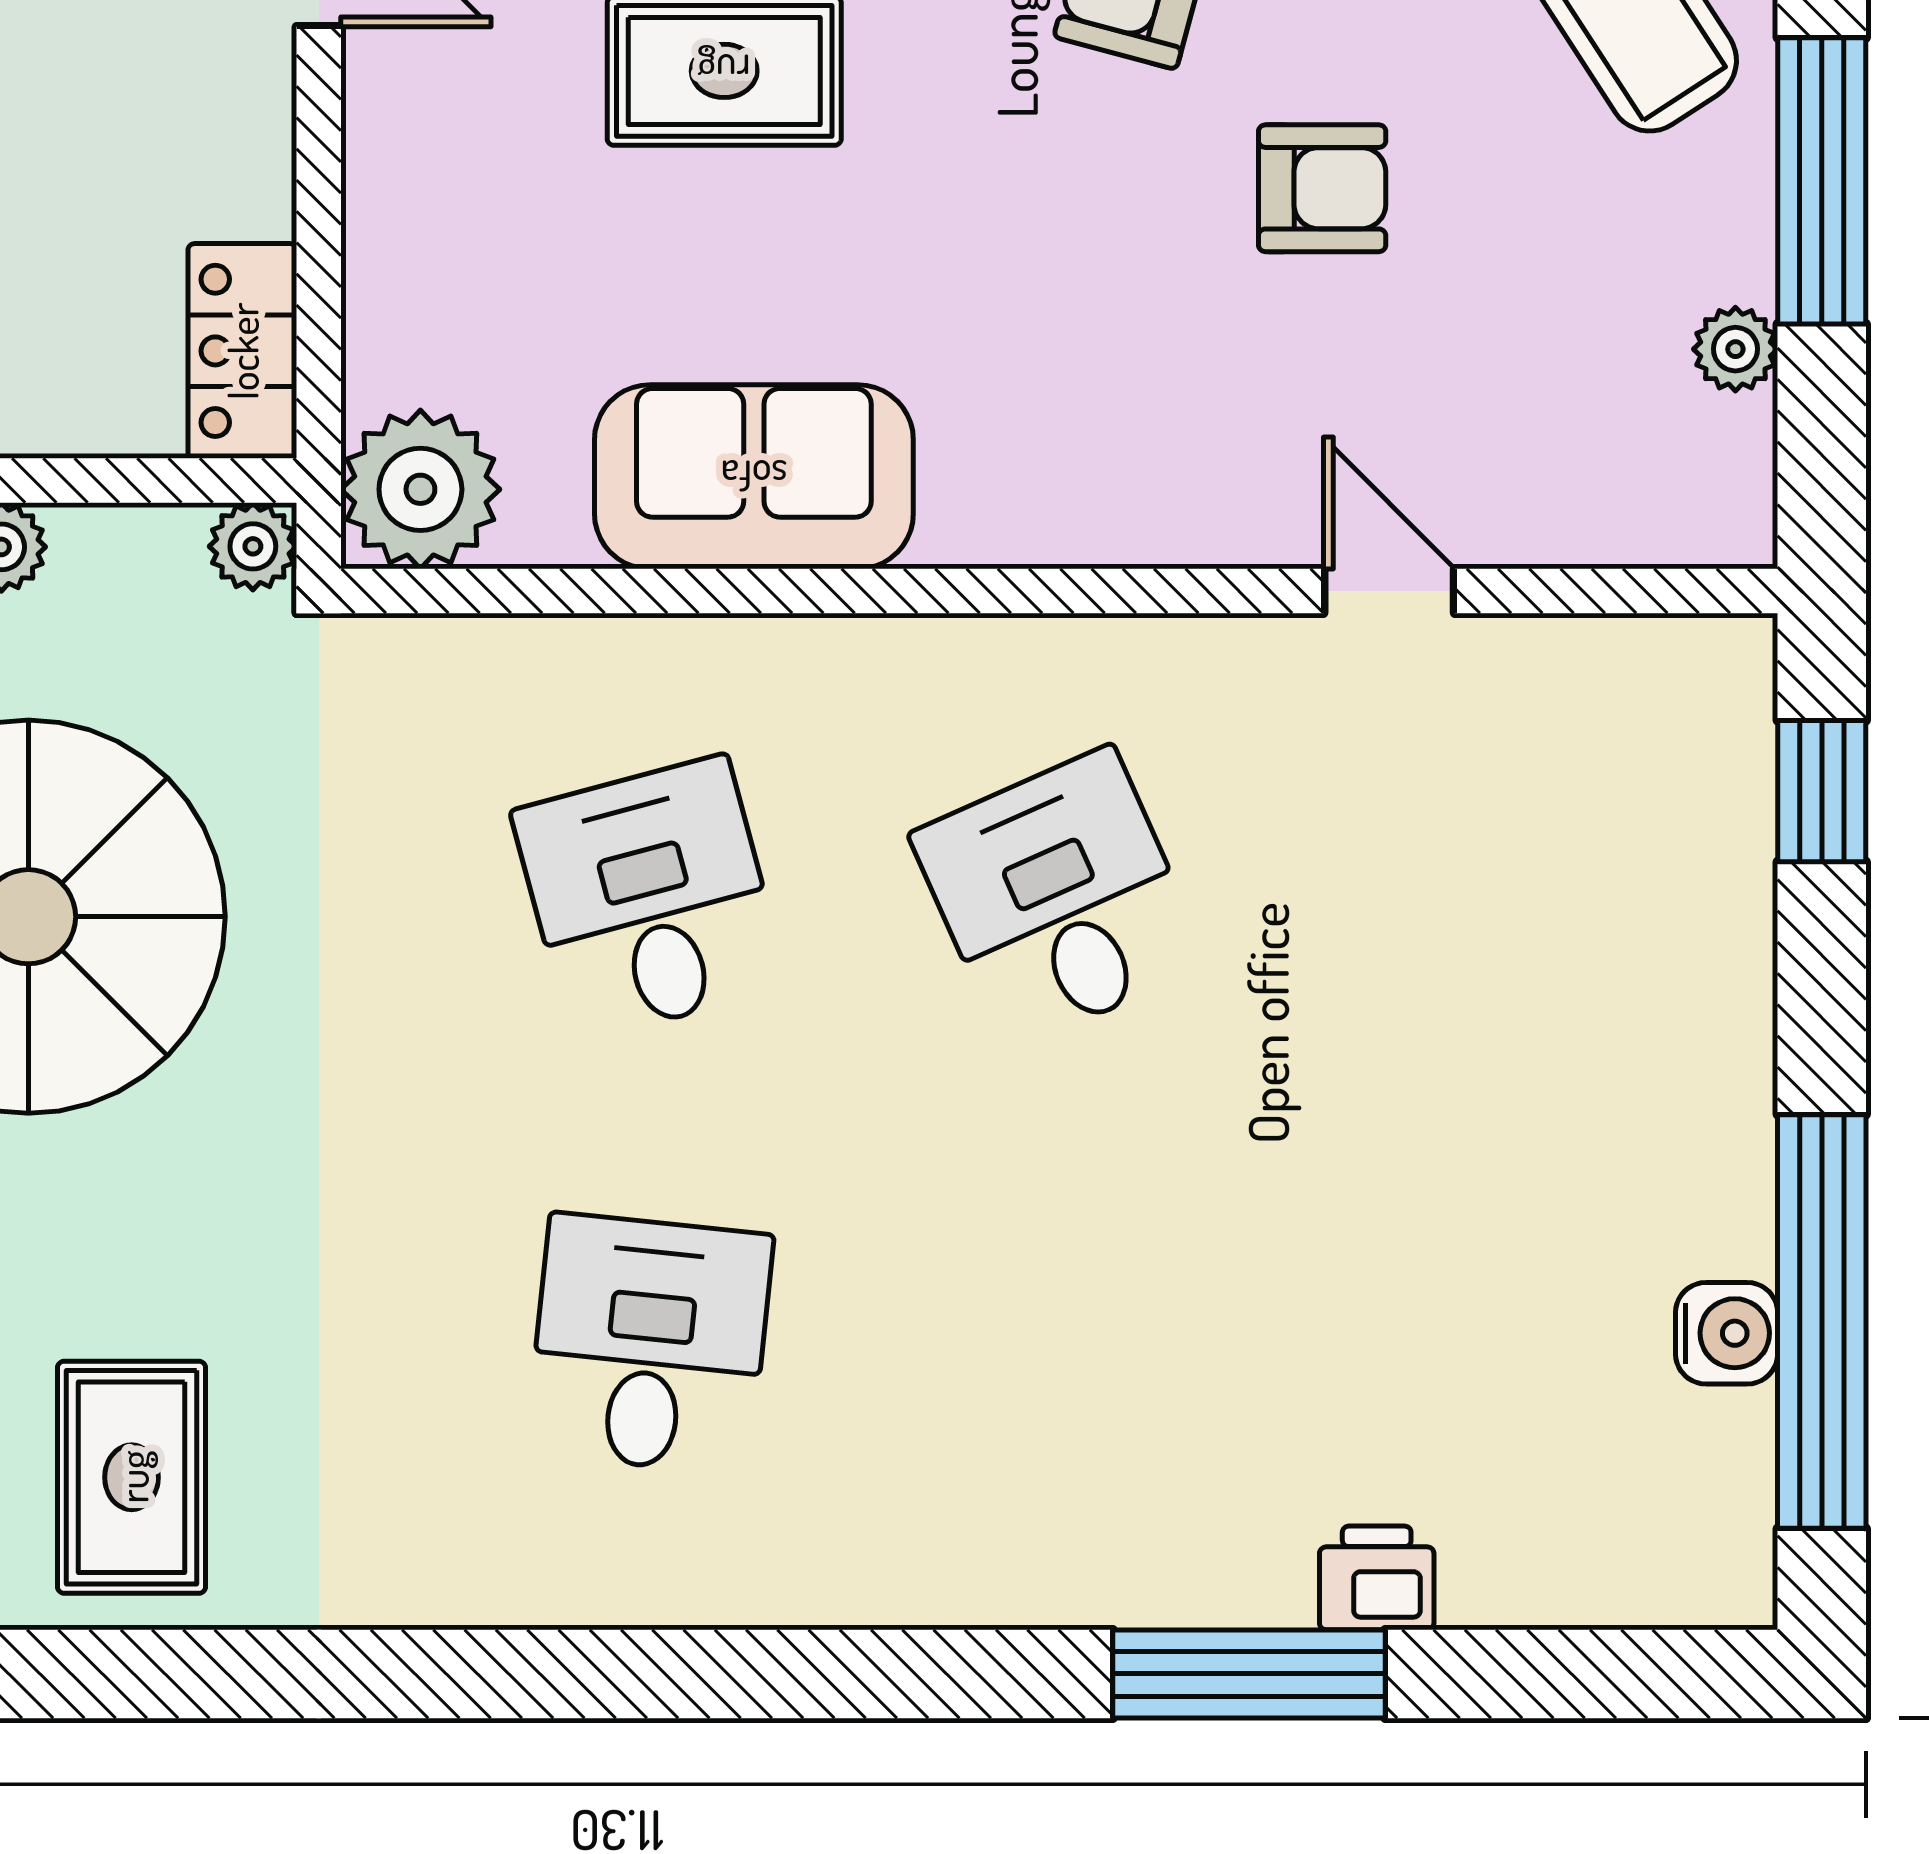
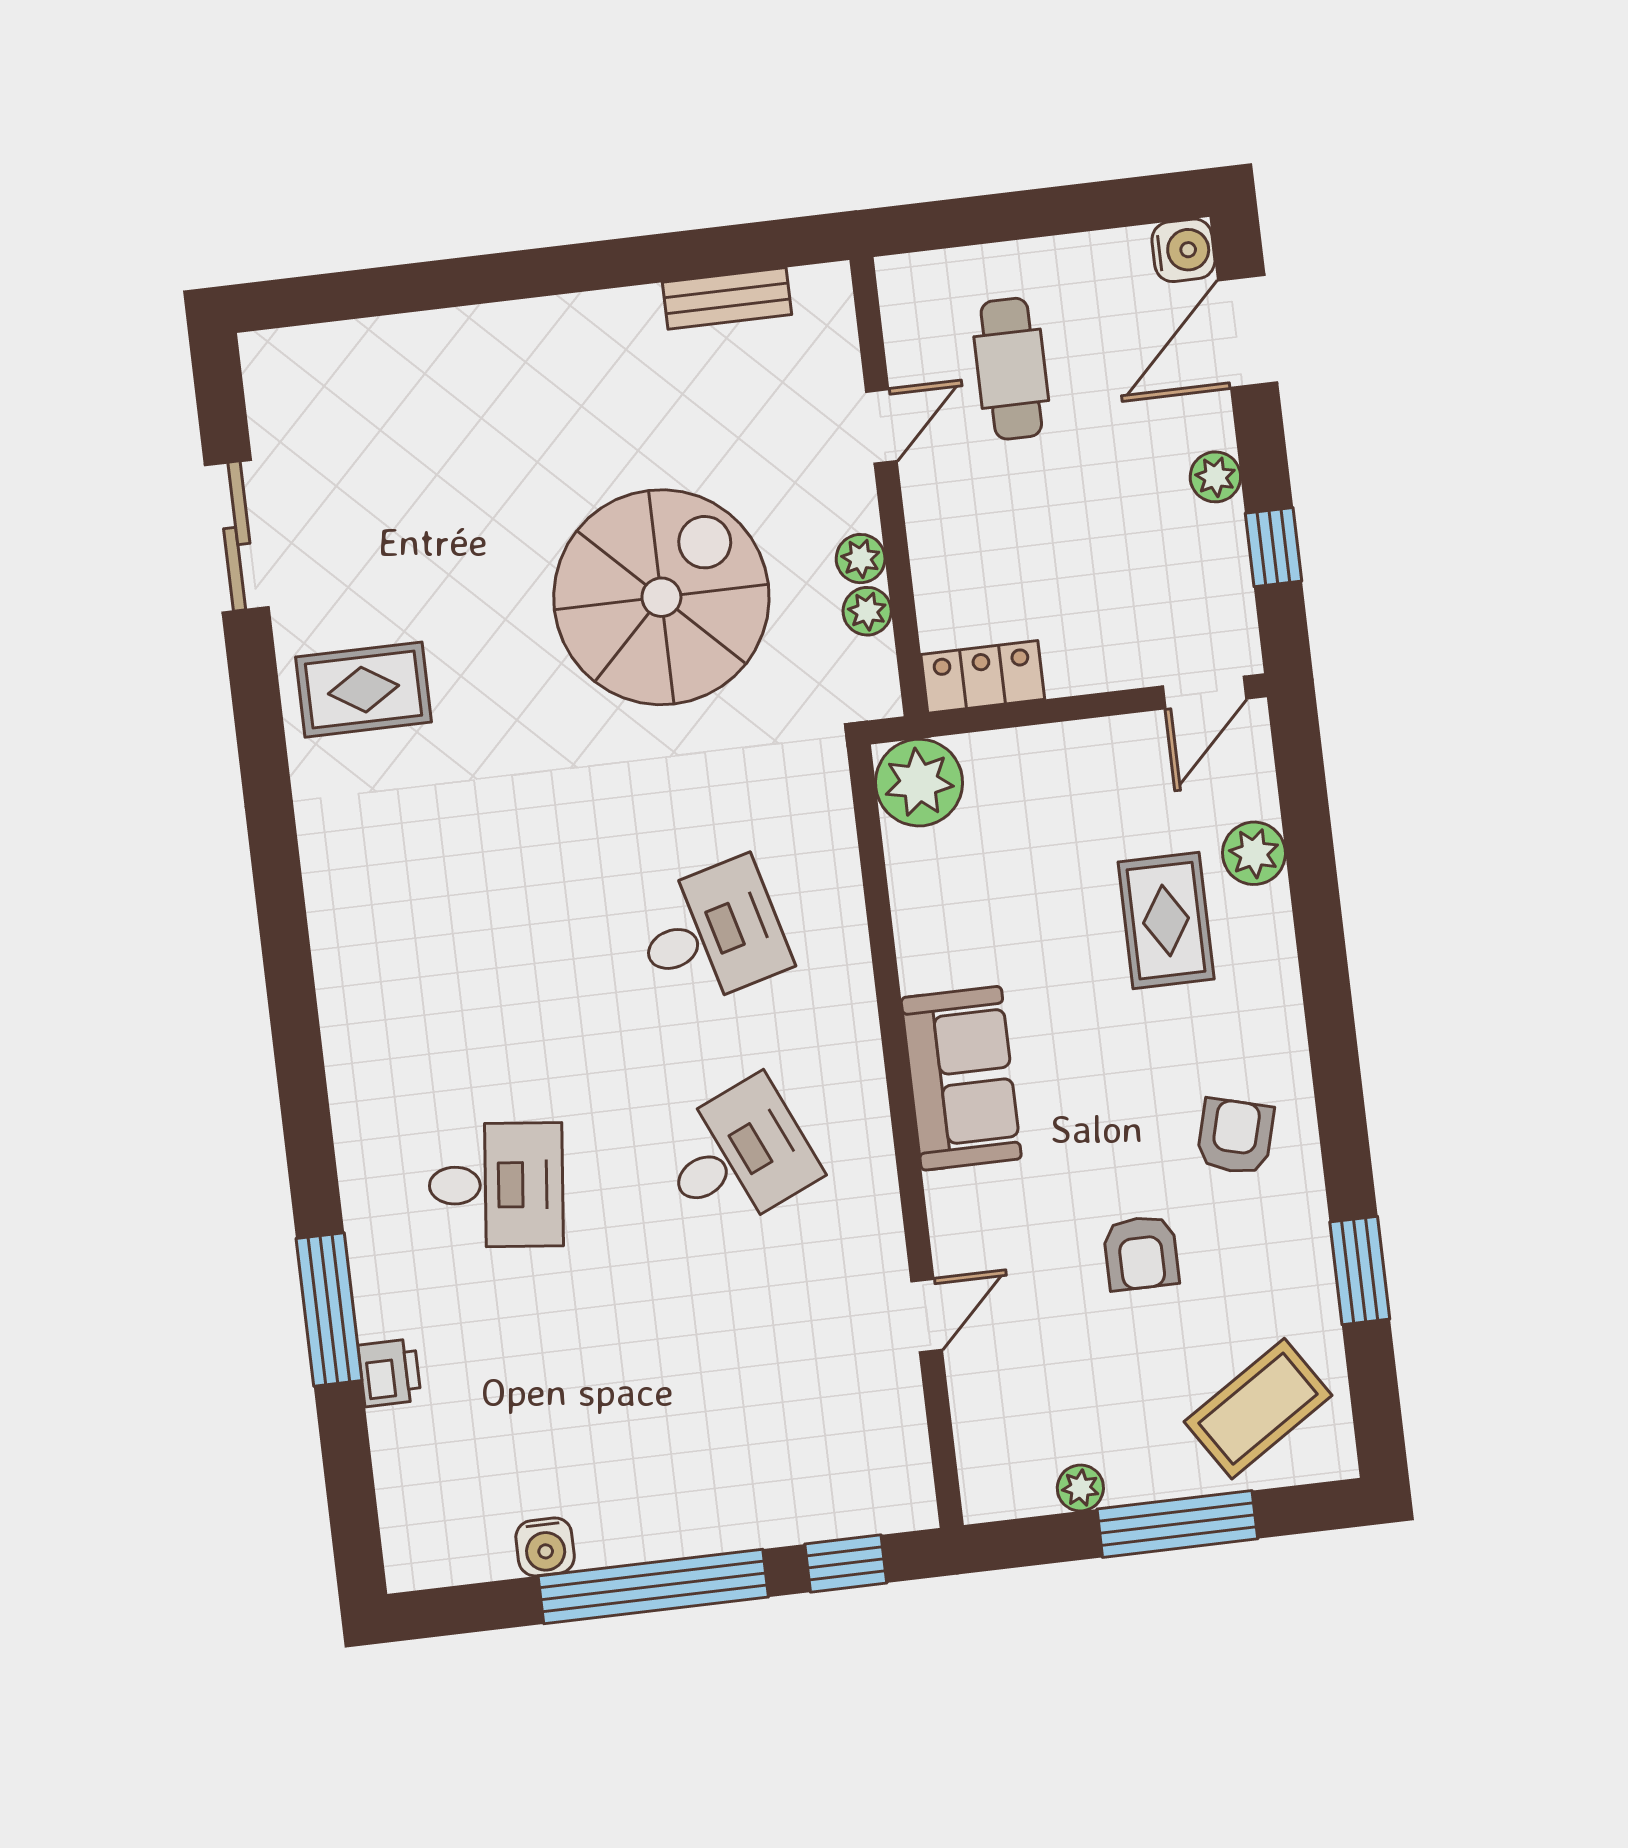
sofa: (754, 477) -> (961, 1078), moved
plant: (253, 546) -> (867, 611), moved
window: (1822, 1321) -> (653, 1586), moved
desk: (650, 1344) -> (496, 1185), moved

